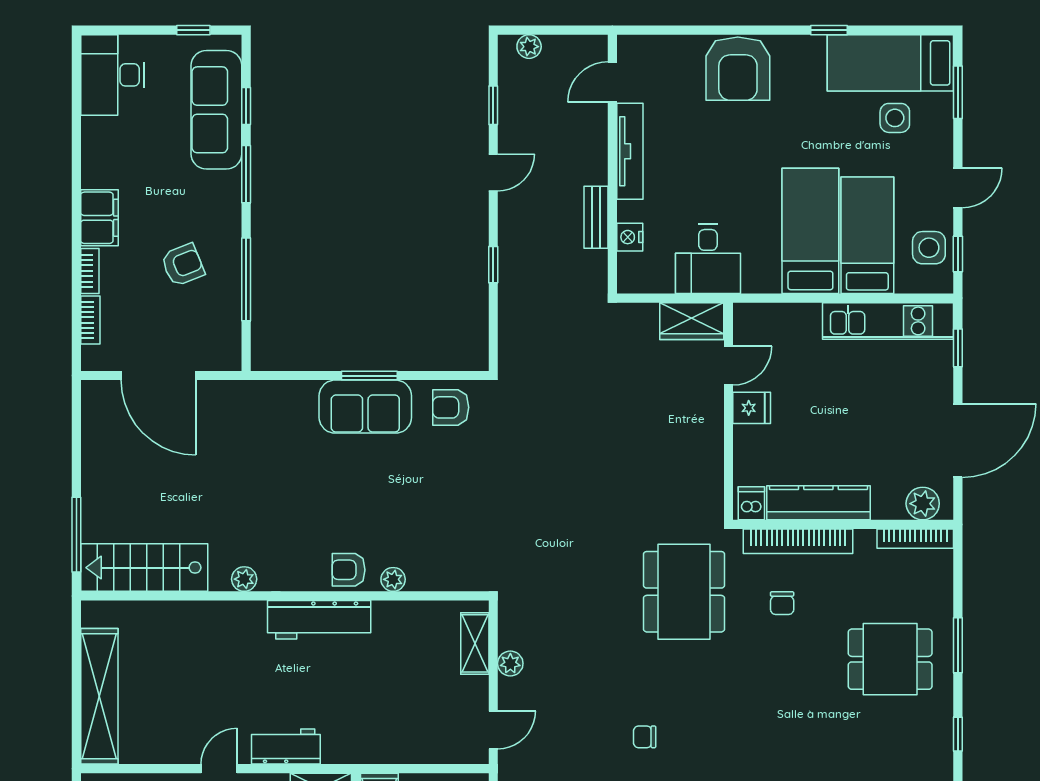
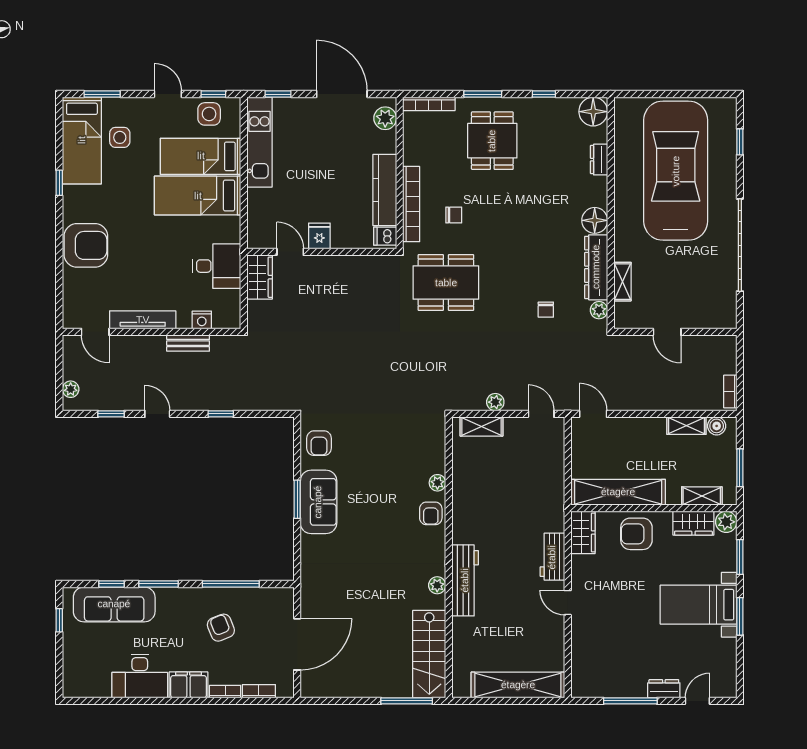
desk: (112, 75) -> (140, 676), moved
bookcase: (915, 539) -> (429, 104), moved, turned 90
workbench: (319, 620) -> (465, 580), moved

